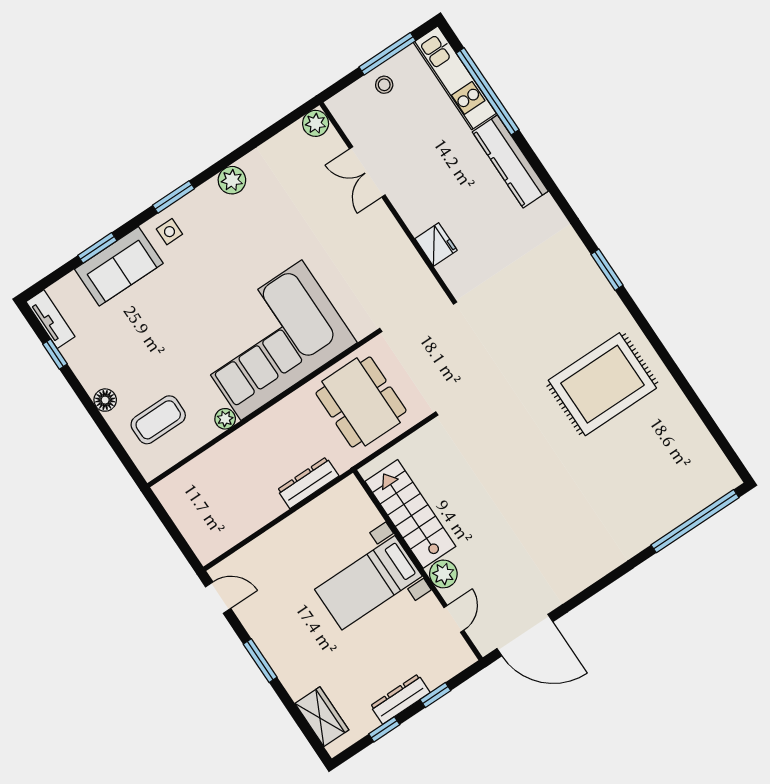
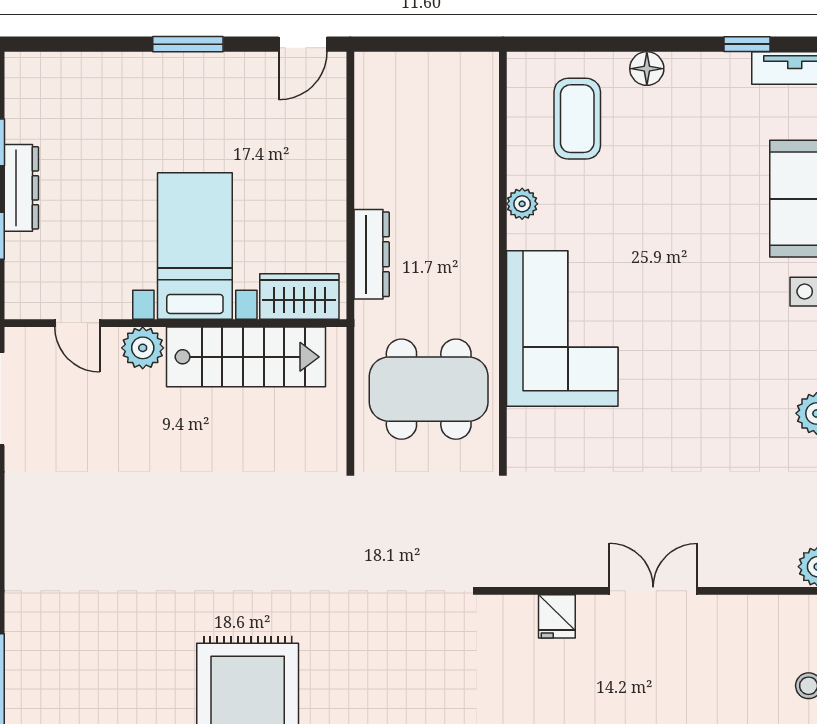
double door: (367, 172) -> (653, 591), moved
fridge: (436, 244) -> (557, 616), width x0.72
corner sofa: (271, 340) -> (562, 328), width x0.73, depth x0.74
wardrobe: (322, 717) -> (299, 297), moved, turned 180

